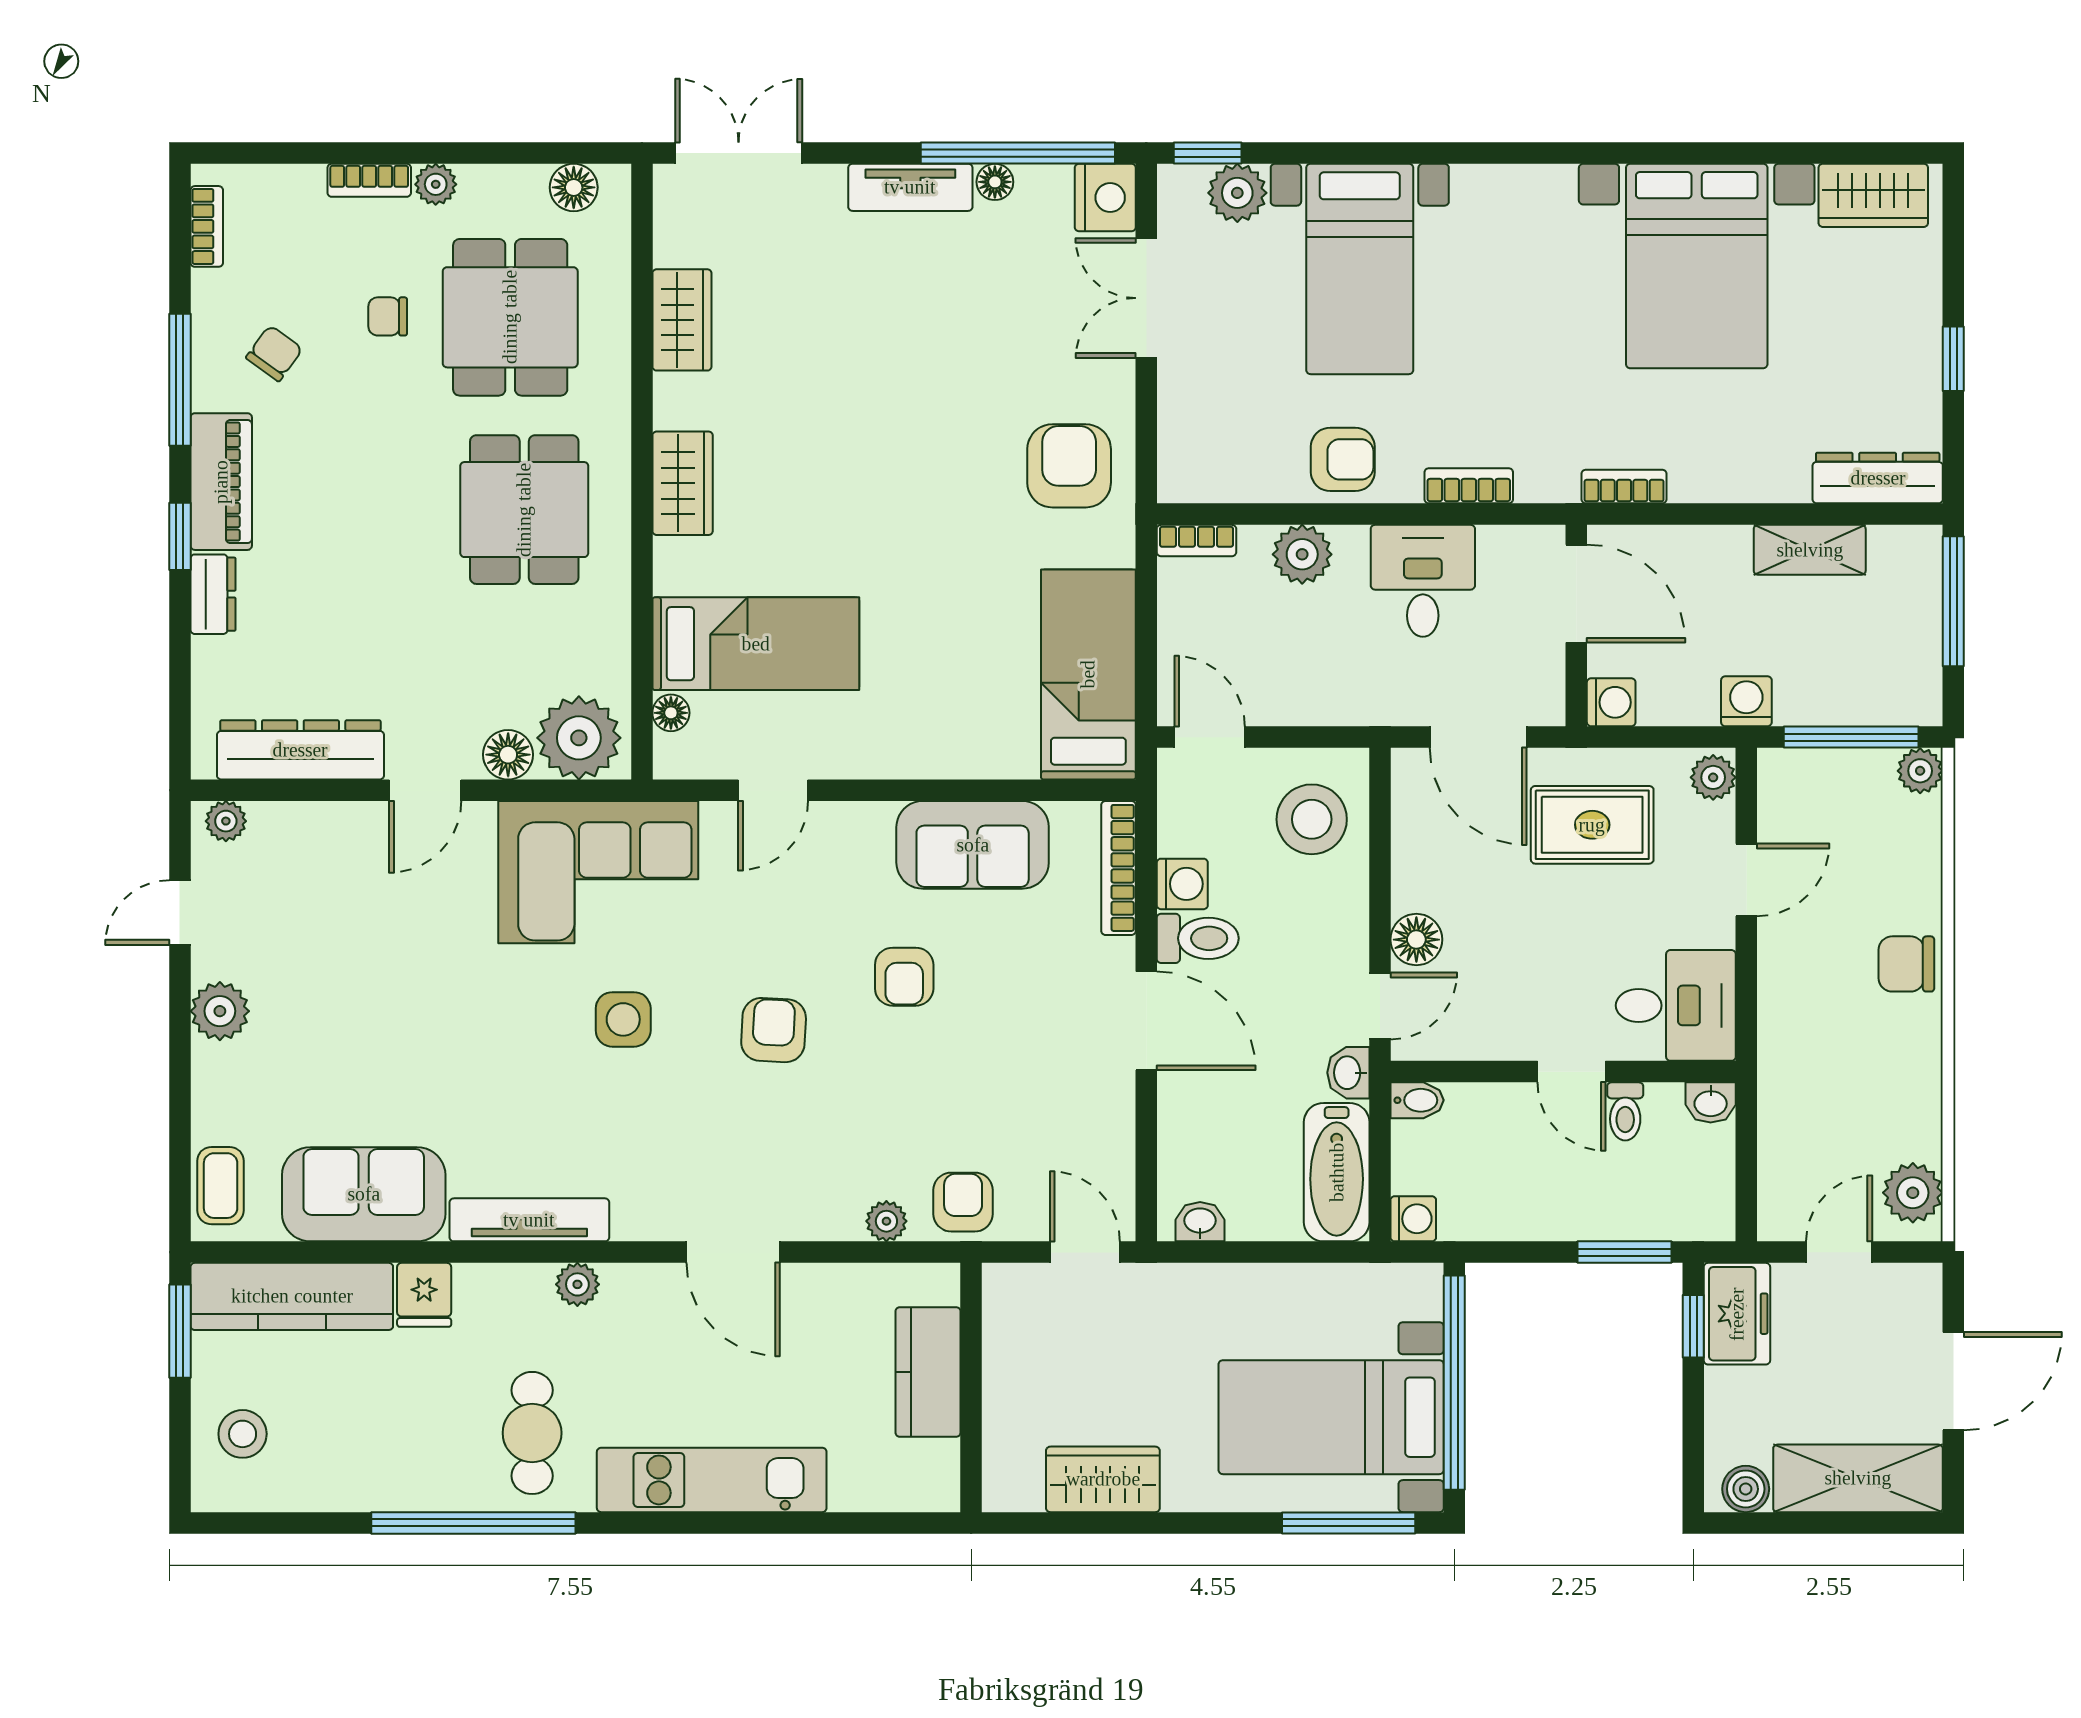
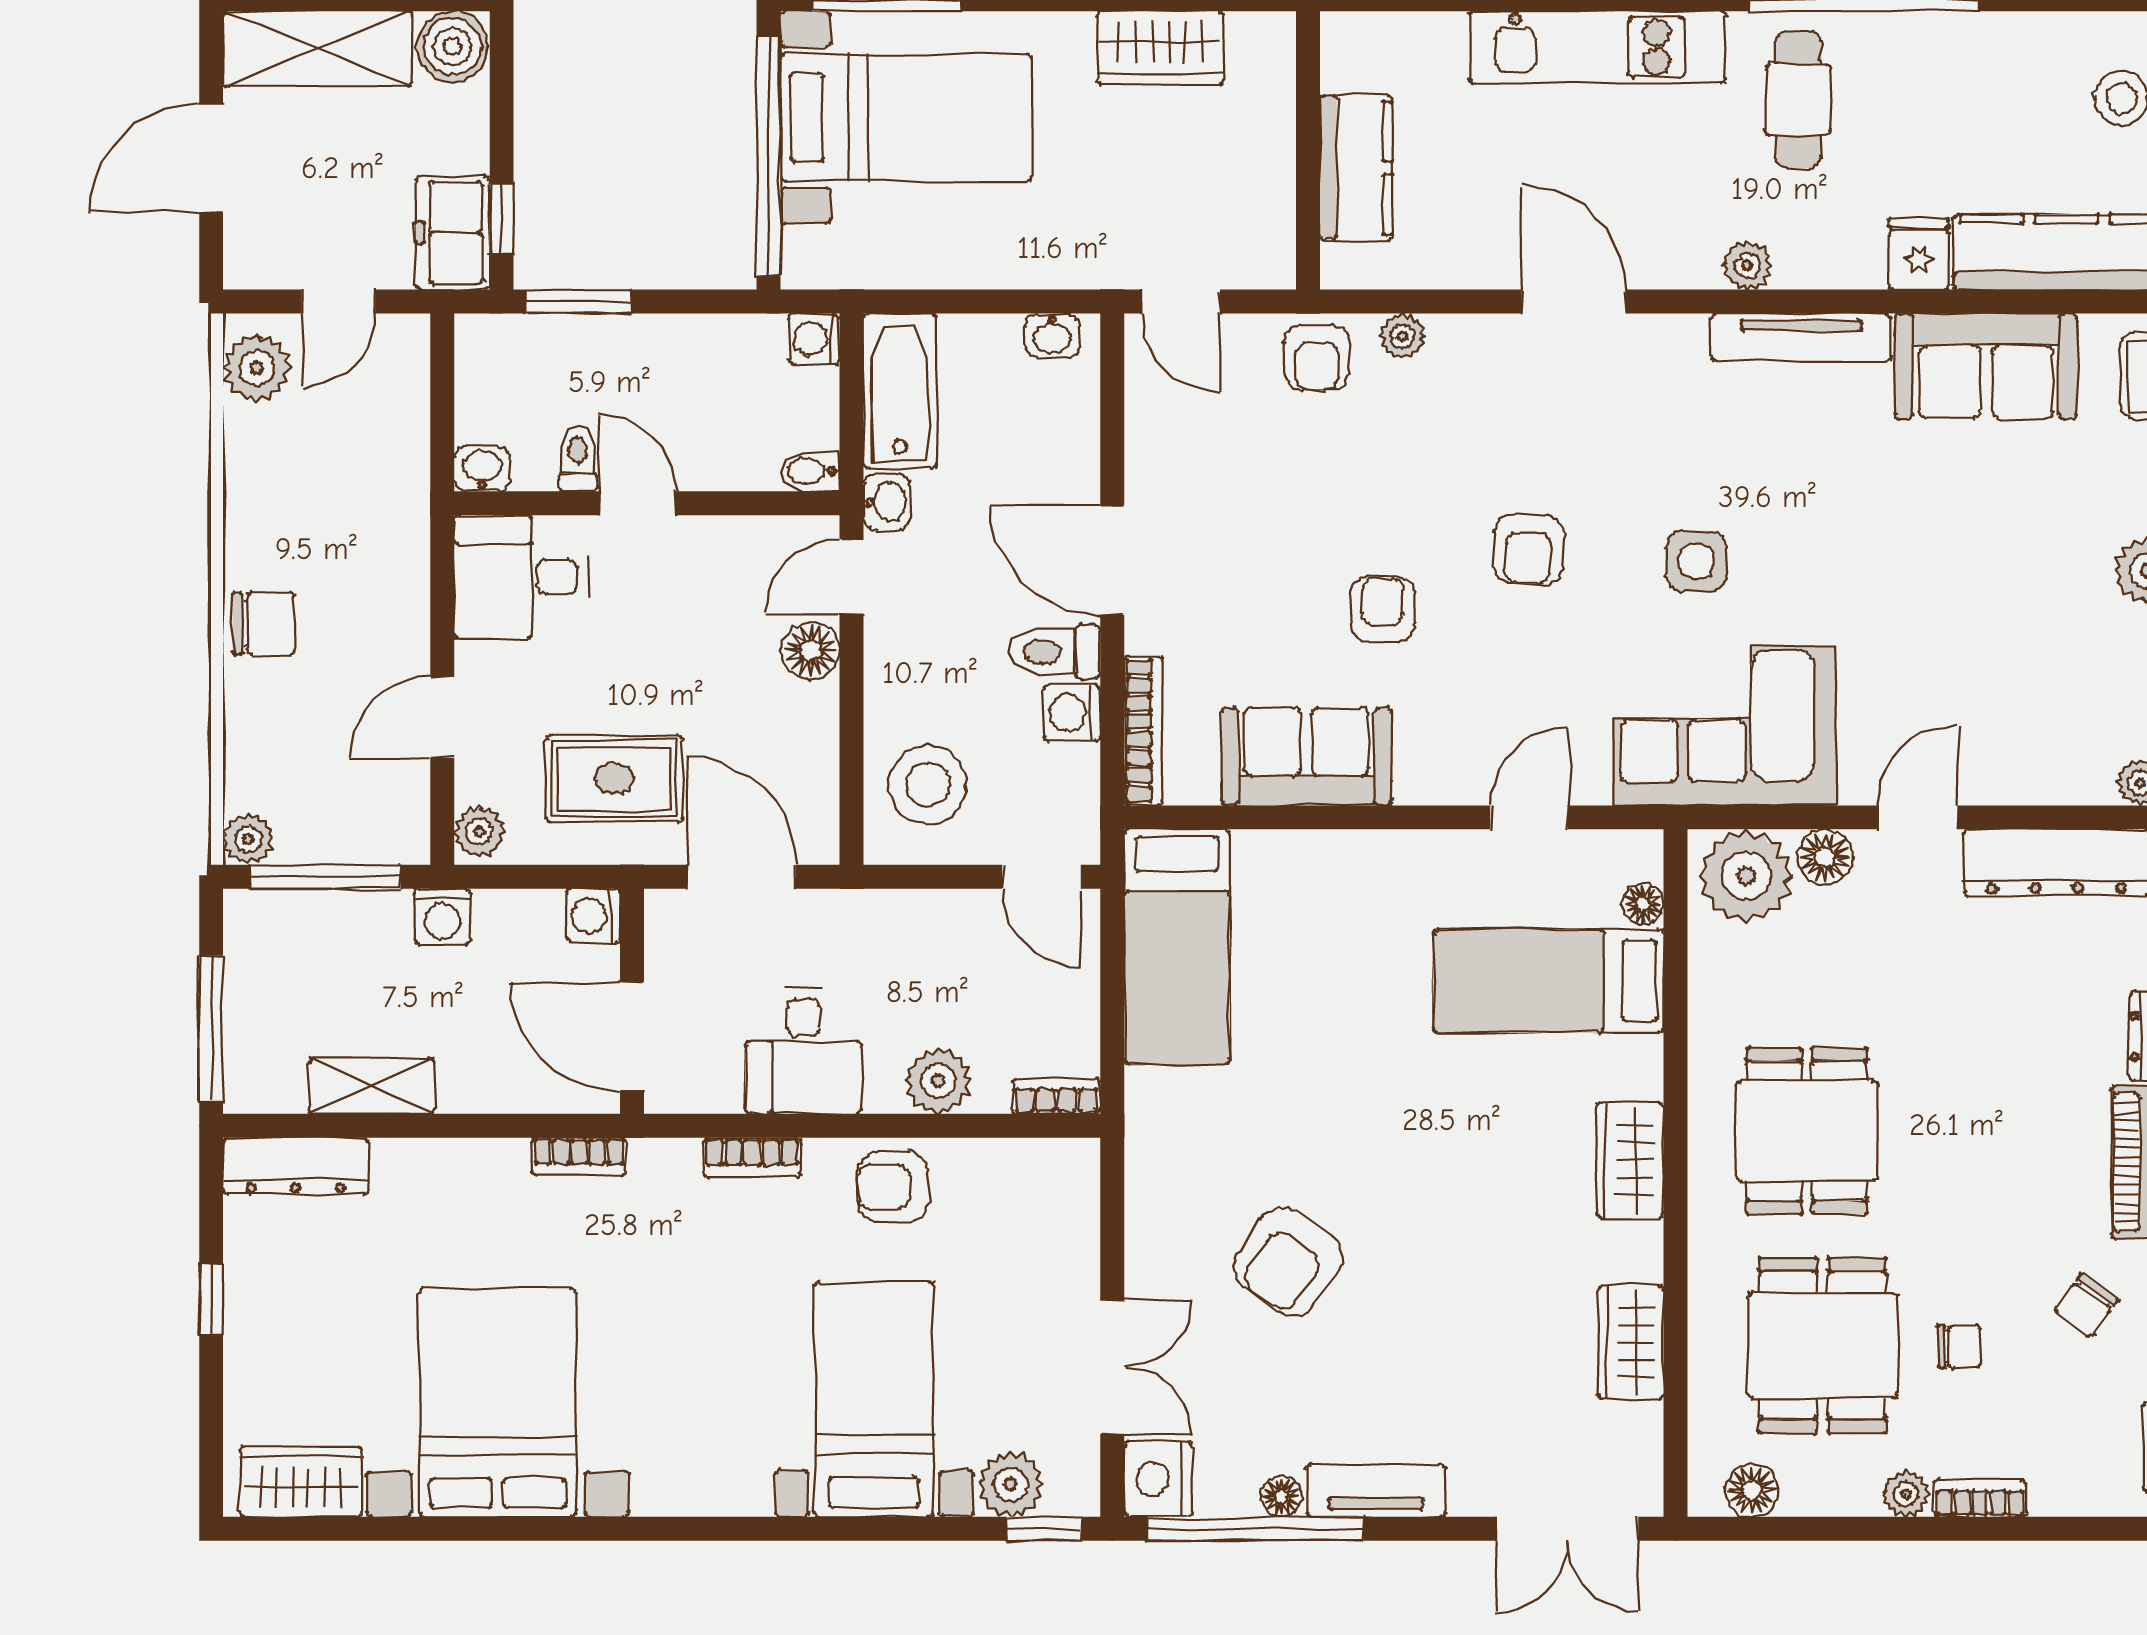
armchair: (1069, 466) -> (1288, 1262), moved, turned 36
boiler: (1746, 1489) -> (452, 47), width x1.36, depth x1.36

